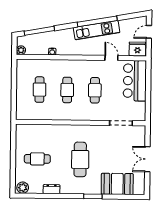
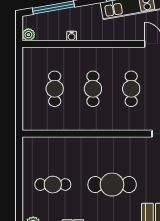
cafe table: (80, 159) -> (112, 185), turned 90

